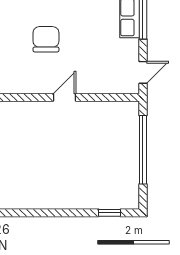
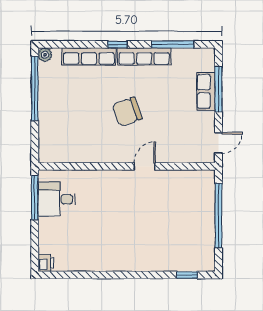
chair: (46, 39) -> (127, 112), turned -110

